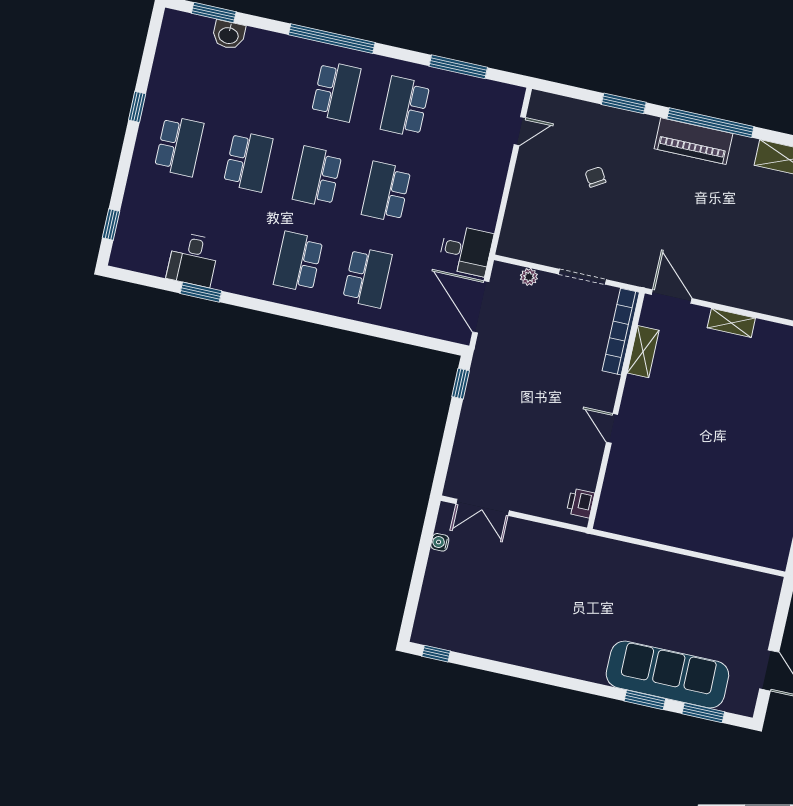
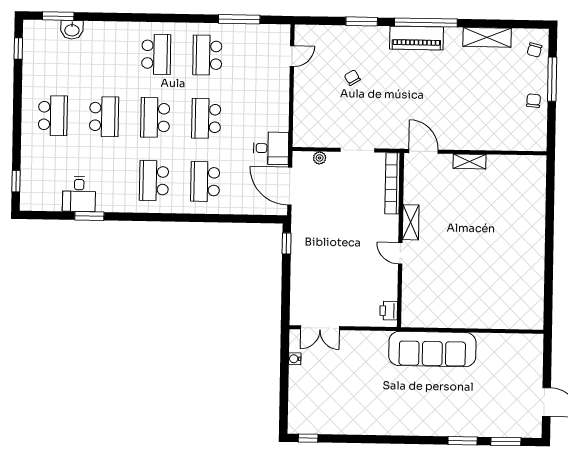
window: (332, 39) -> (146, 18), removed
window: (137, 107) -> (18, 48), moved
school desk: (367, 277) -> (205, 182), turned 180
shelving: (643, 352) -> (411, 222), moved
sofa: (667, 674) -> (432, 349), moved, turned 180

